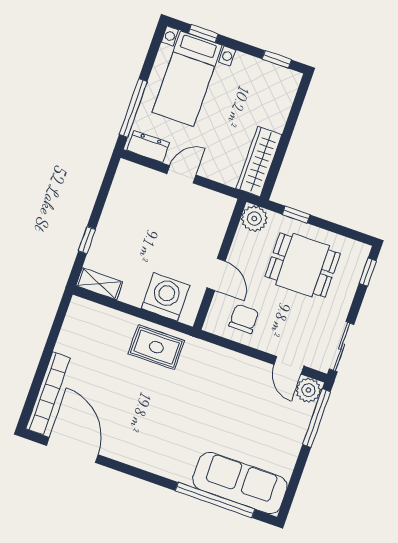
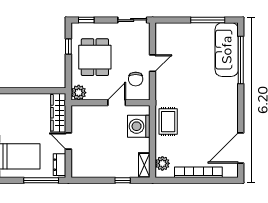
wardrobe: (259, 162) -> (58, 113), moved, turned 90
window: (296, 215) -> (68, 46), moved
chair: (244, 319) -> (136, 79), turned -90
door: (289, 365) -> (153, 63), moved
plant: (308, 390) -> (162, 163), moved
bookcase: (48, 393) -> (198, 172), moved
window: (317, 418) -> (208, 20), moved

